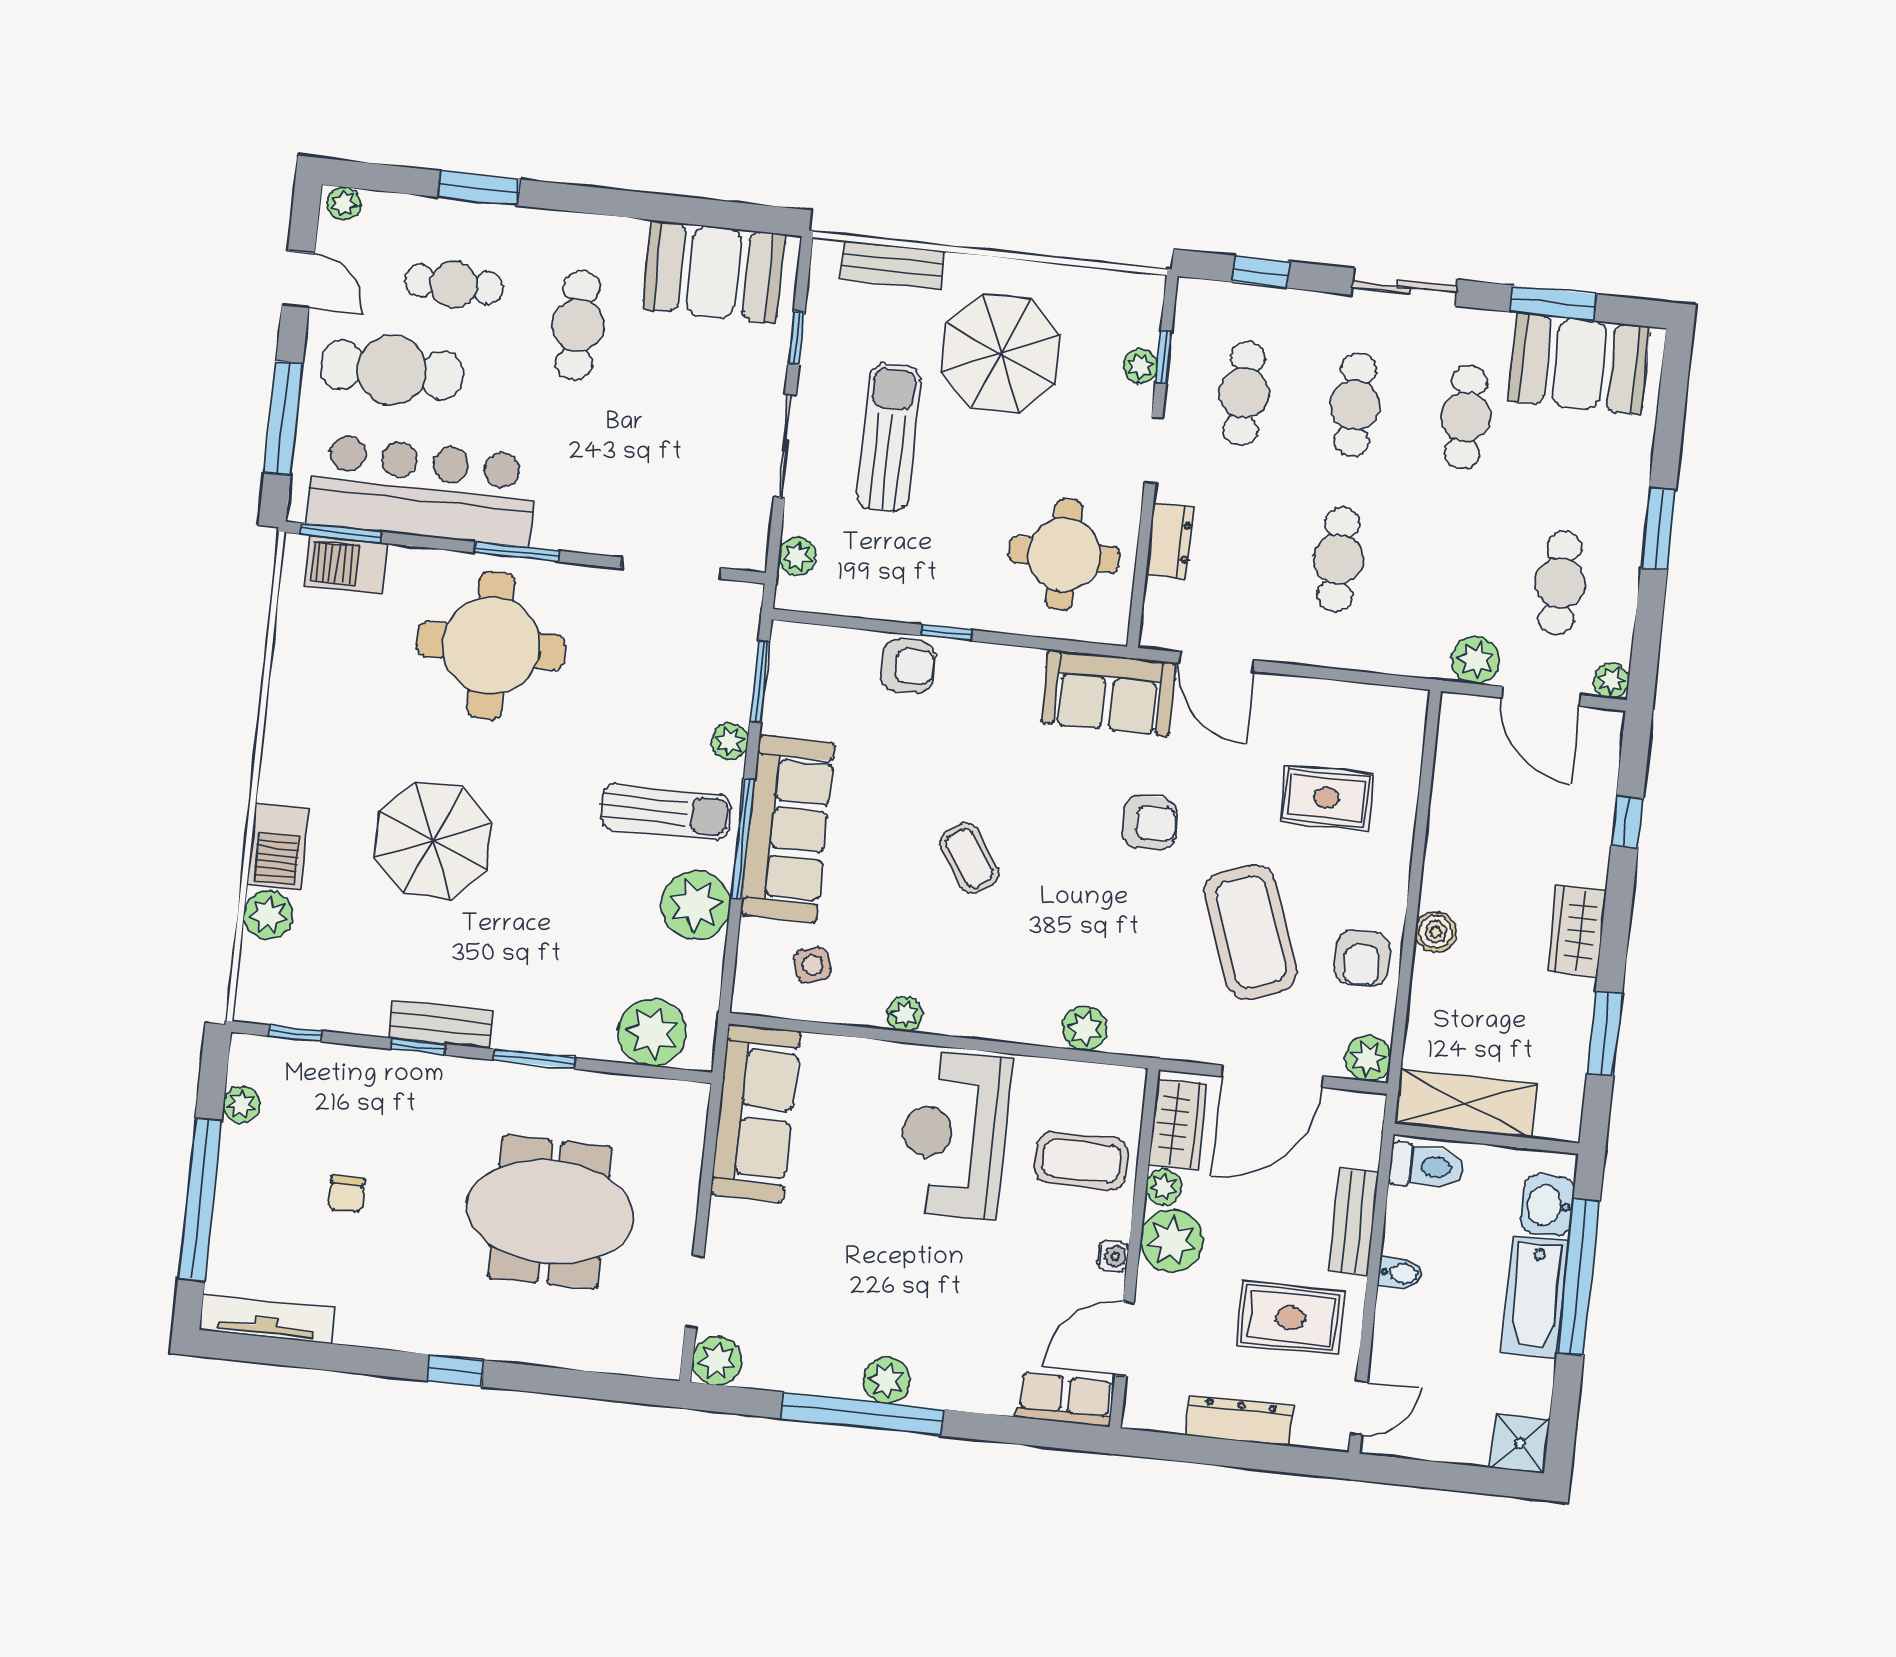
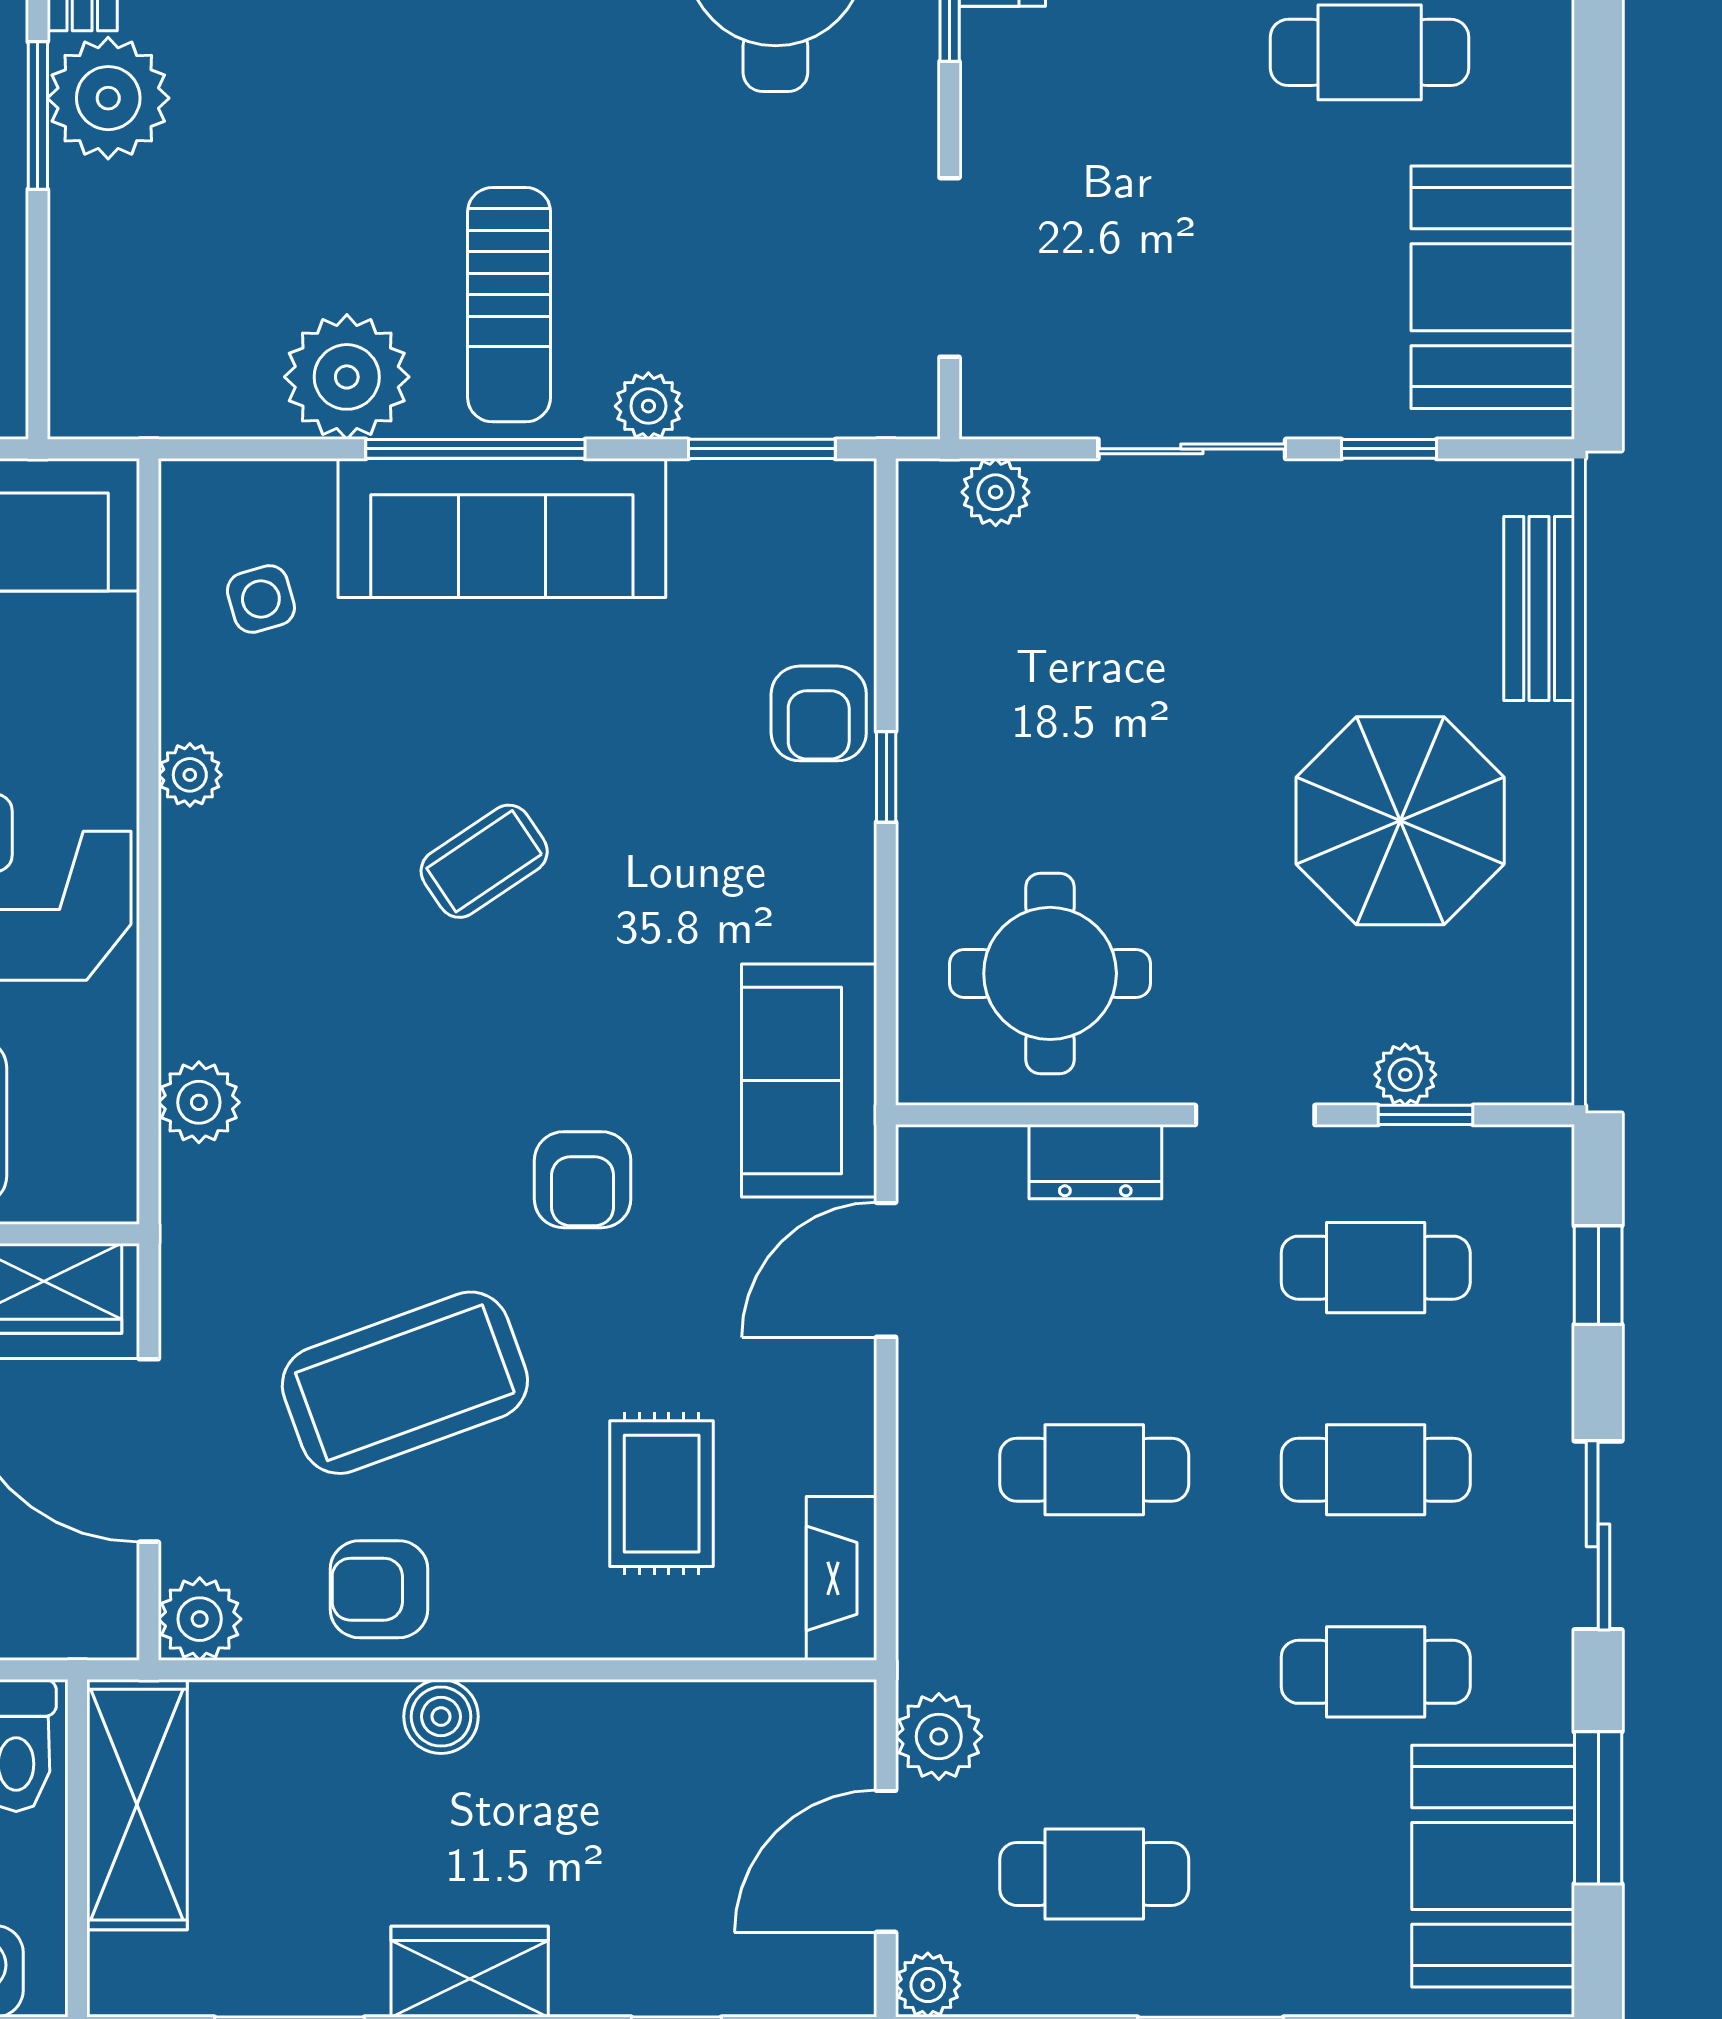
sun lounger: (889, 438) -> (1227, 635), removed
fireplace: (1383, 704) -> (842, 1578), added
plant: (652, 1033) -> (108, 98), moved

